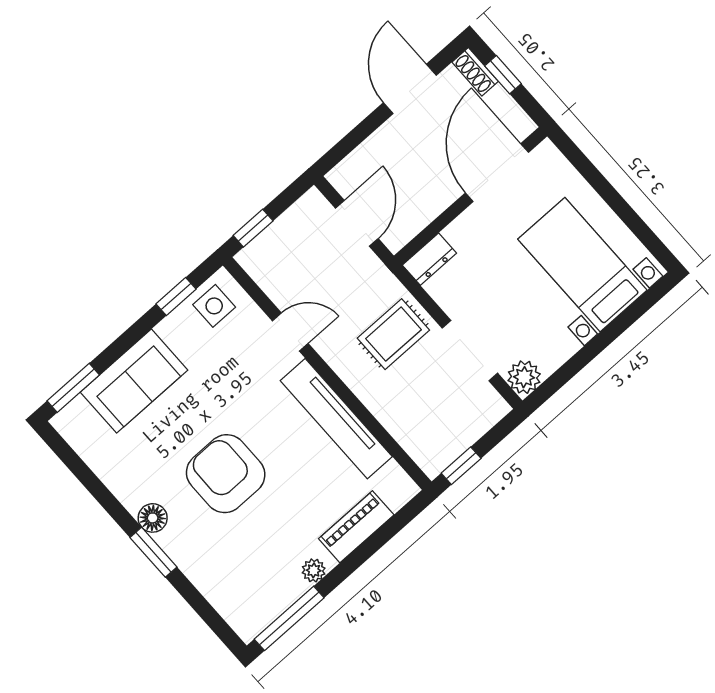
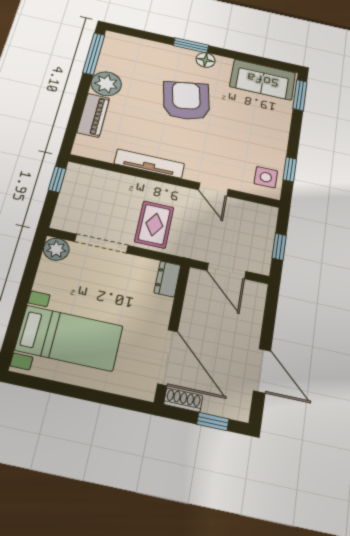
shoe rack: (475, 72) -> (183, 400), moved
window: (253, 228) -> (279, 247), moved
door: (290, 332) -> (213, 190), hinge flipped
sofa: (134, 381) -> (263, 80), moved, turned -90
tv unit: (336, 419) -> (149, 164), width x0.73, depth x0.78
armchair: (226, 474) -> (186, 101), turned -101
plant: (314, 570) -> (106, 84), width x1.87, depth x1.87

